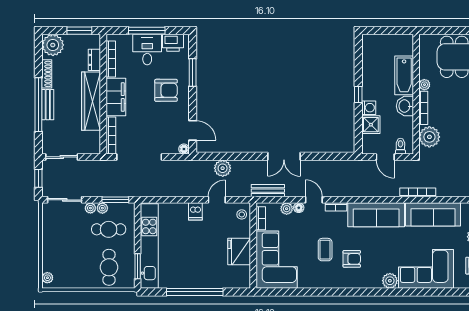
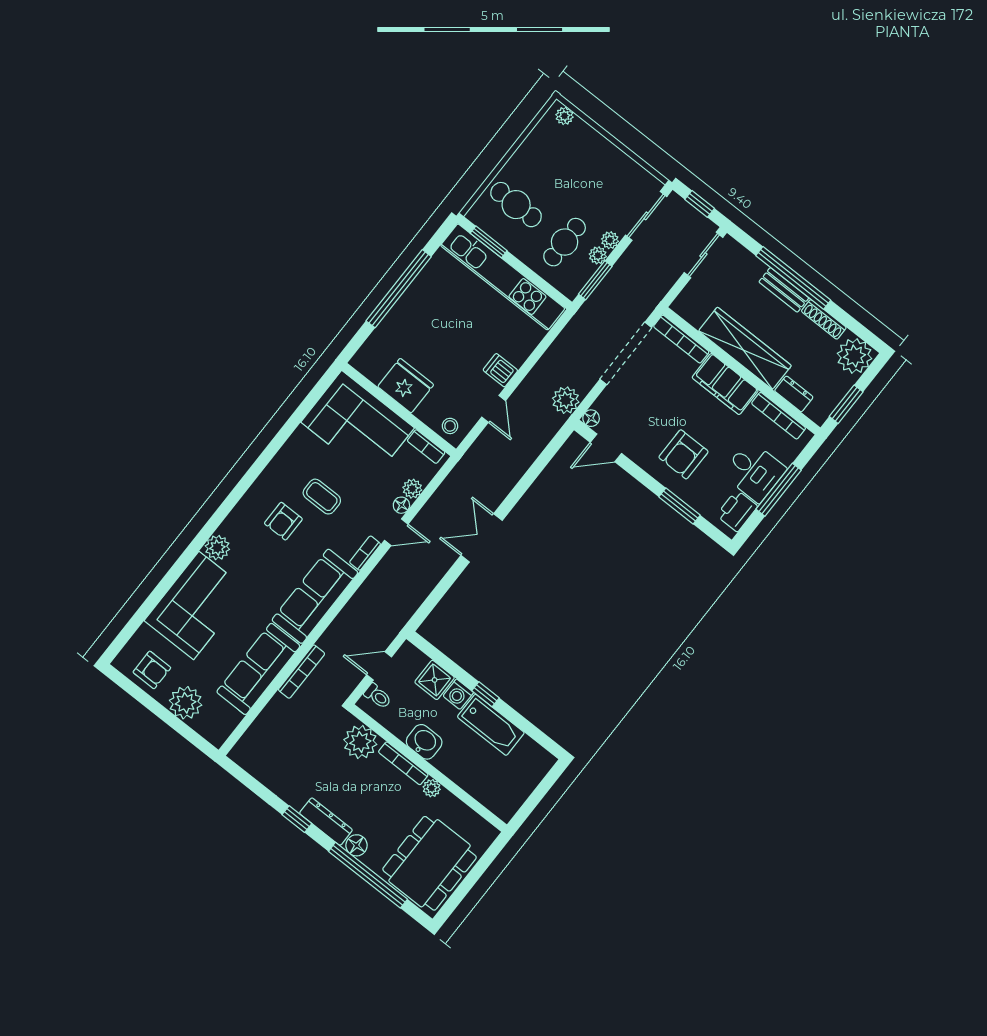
bathtub: (404, 75) -> (491, 725), moved, turned 180
plant: (223, 168) -> (566, 400), moved
bench: (268, 191) -> (454, 483), removed

